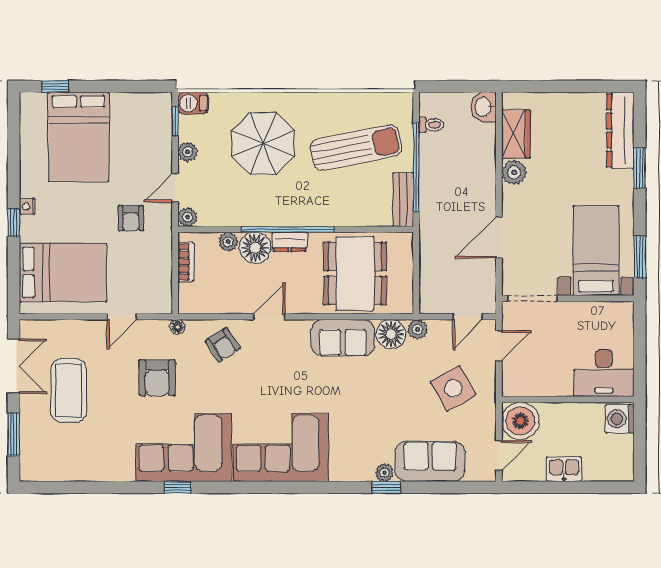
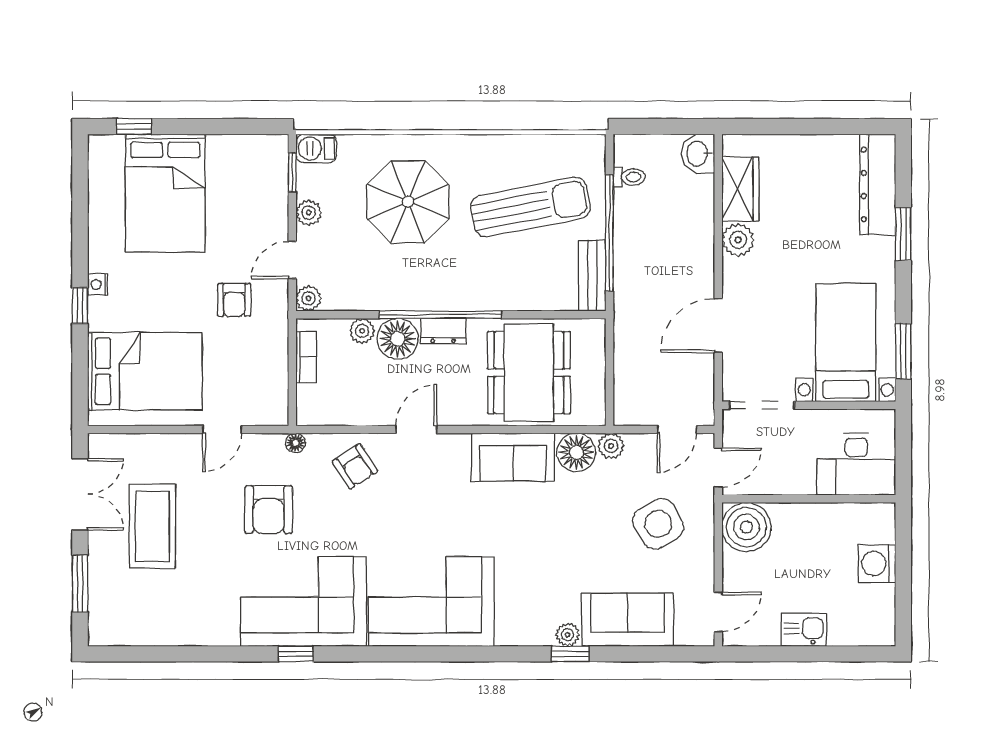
desk: (604, 373) -> (856, 464), moved
wall: (568, 399) -> (809, 499), moved
boiler: (520, 421) -> (746, 527), moved

